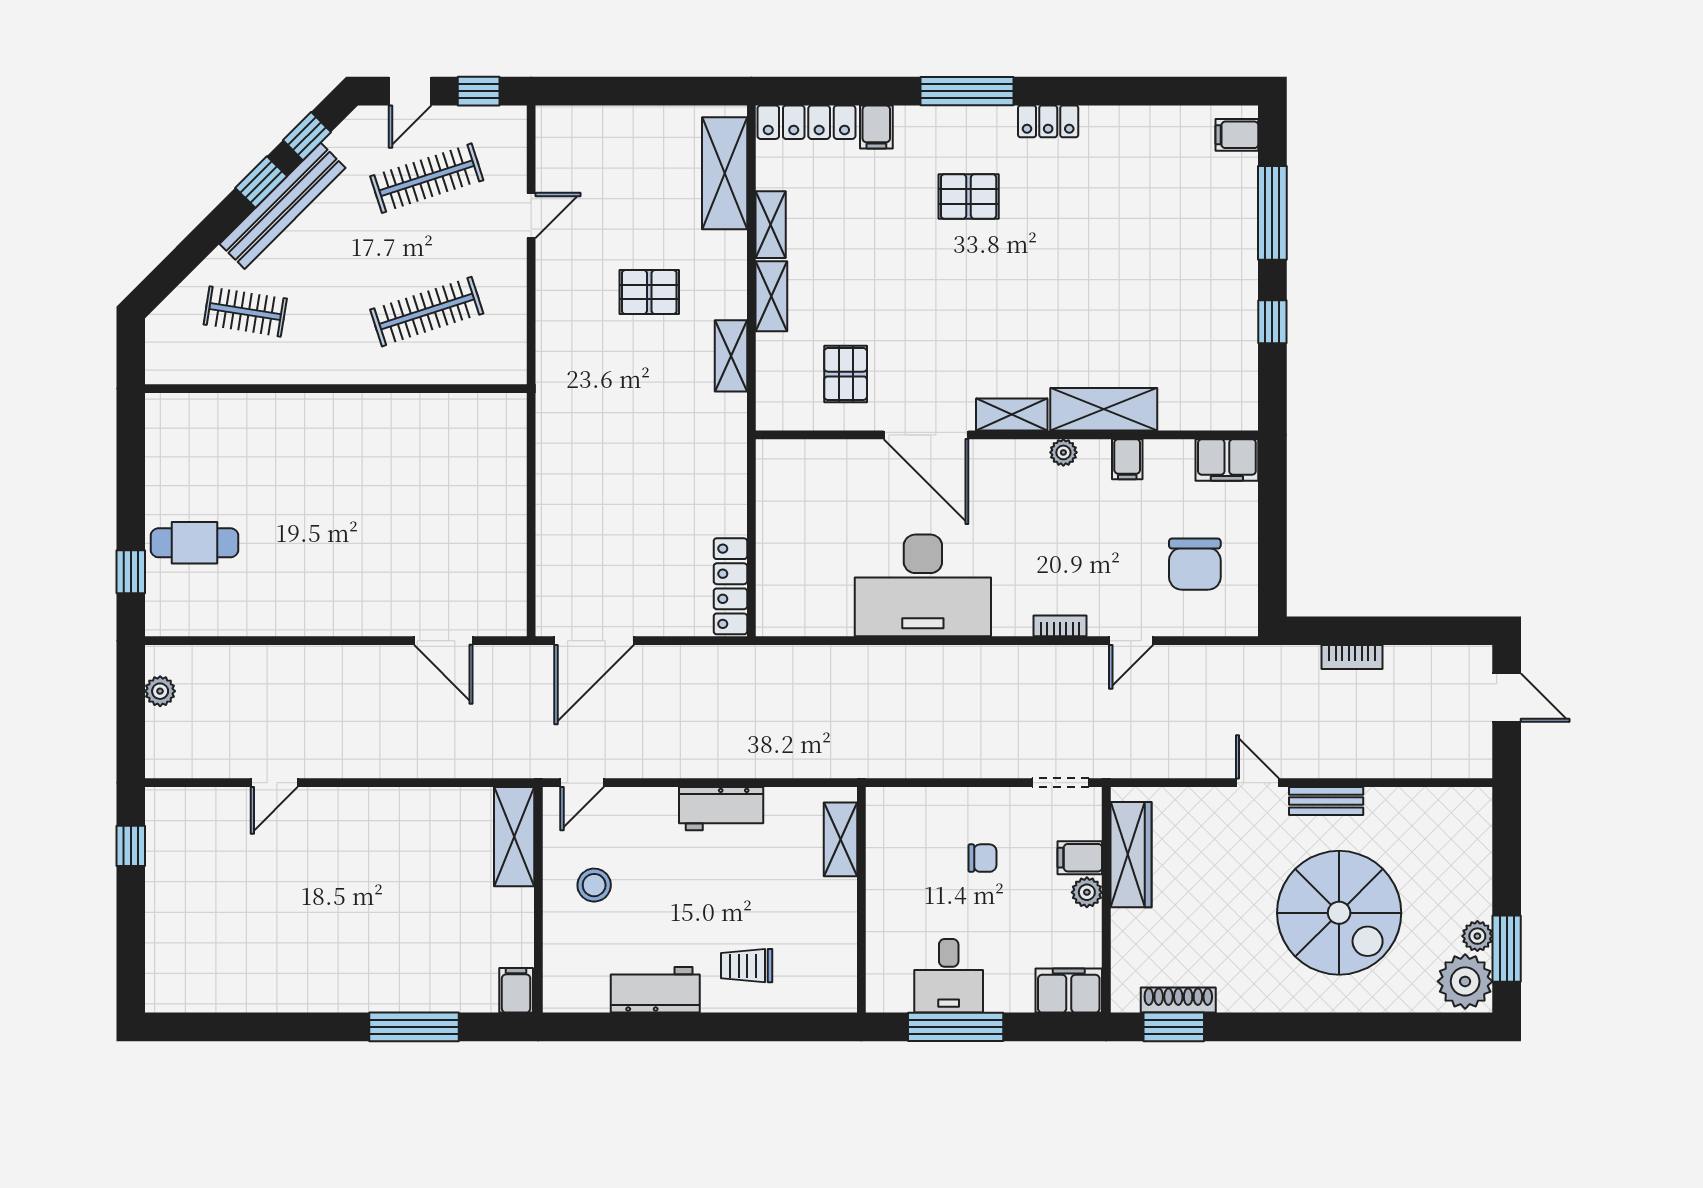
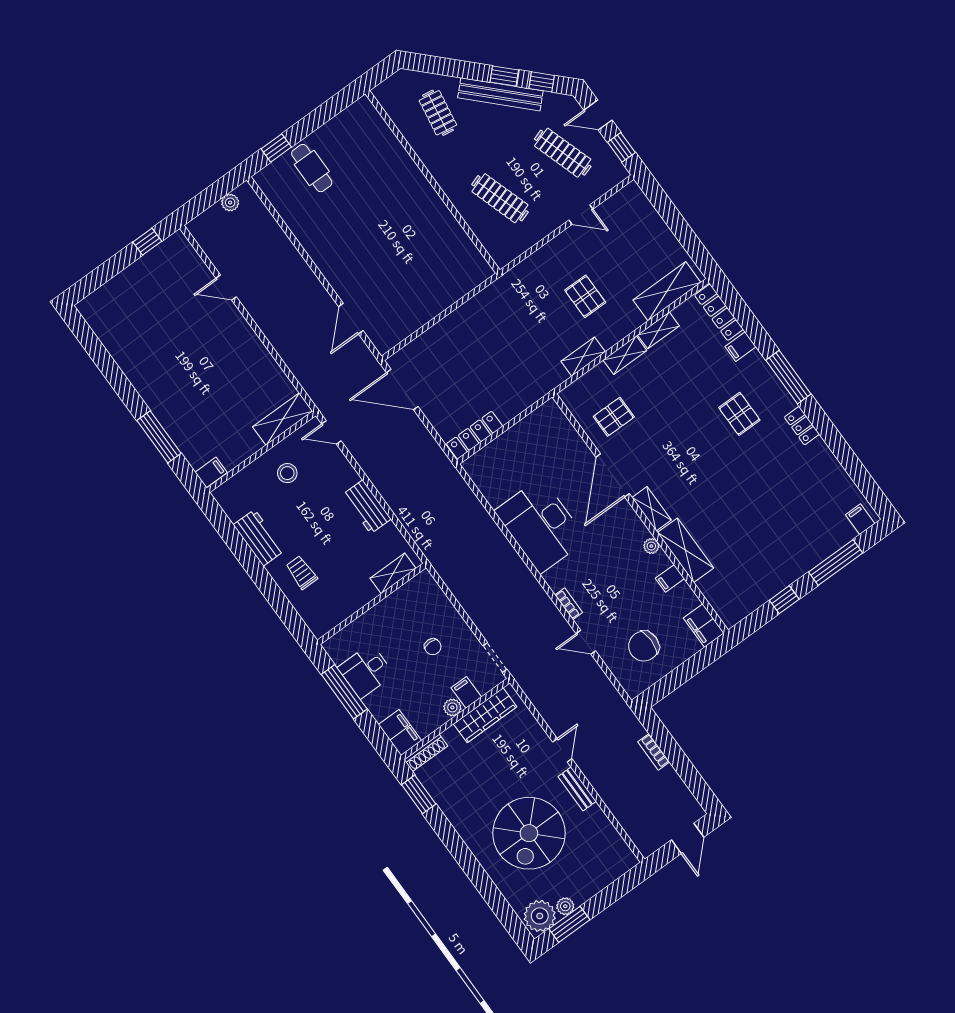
shoe rack: (1178, 1000) -> (426, 753), moved, turned 90

